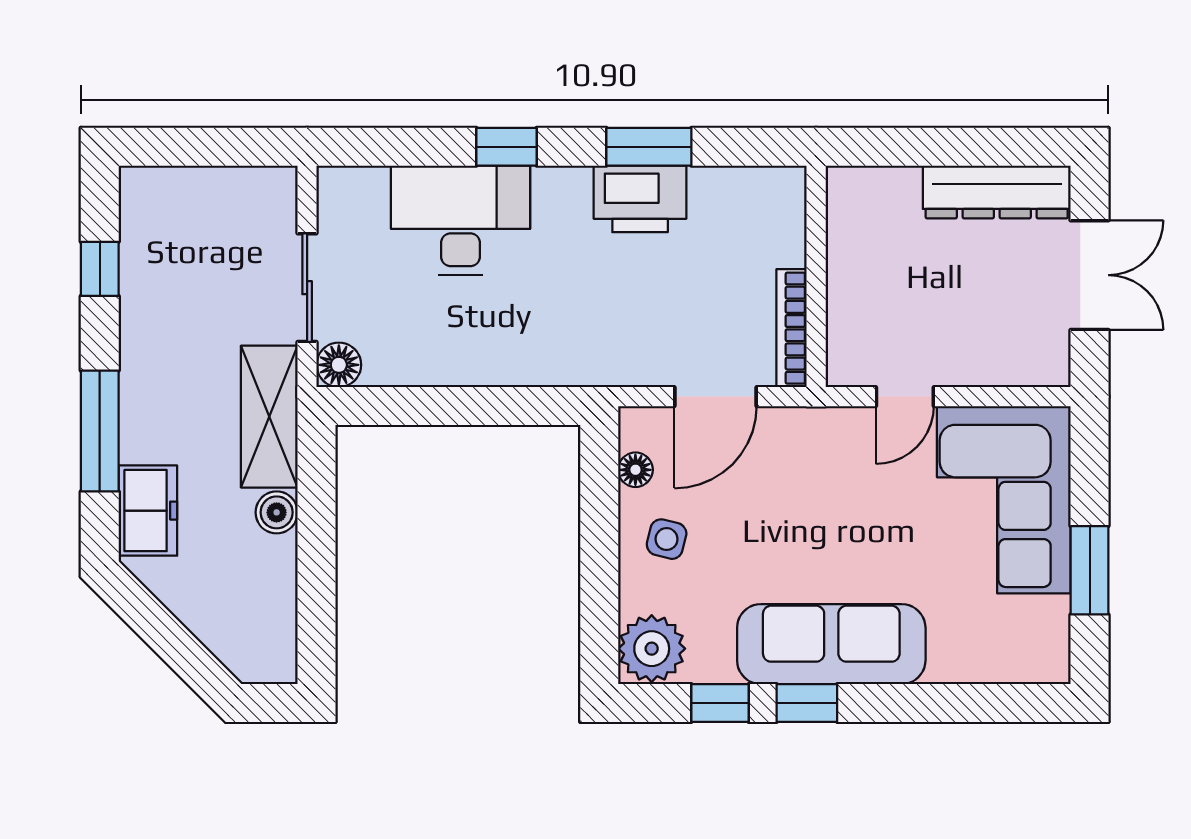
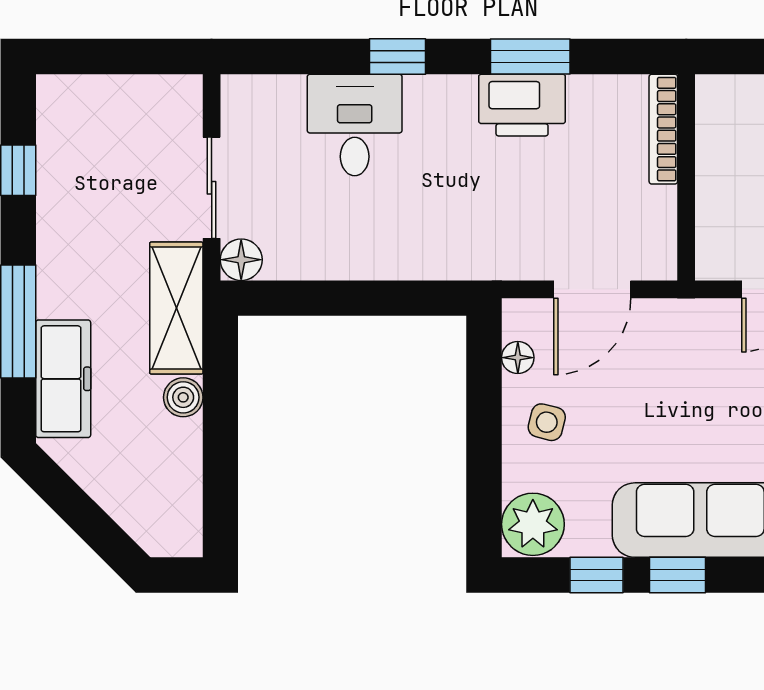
desk: (460, 220) -> (355, 125), width x0.73
bookcase: (792, 328) -> (663, 129), moved
freezer: (148, 511) -> (63, 379), width x1.40

